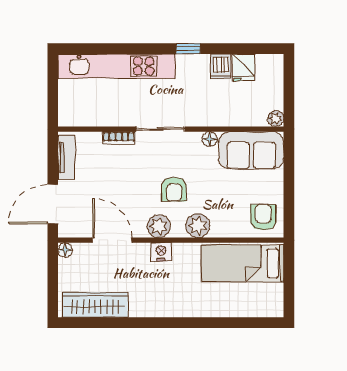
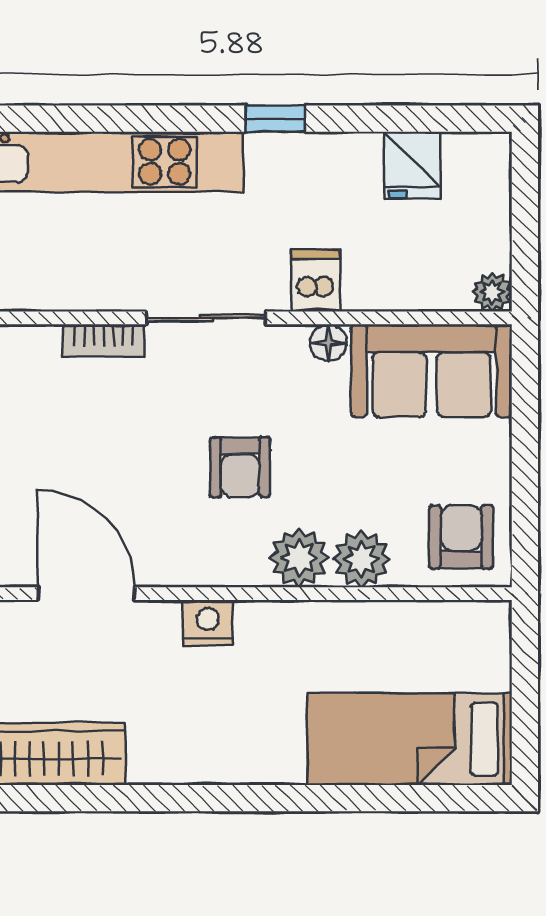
dishwasher: (221, 67) -> (315, 280), moved, turned 180
plant: (159, 226) -> (361, 559), moved
bed: (242, 263) -> (410, 739), moved

